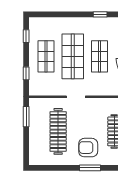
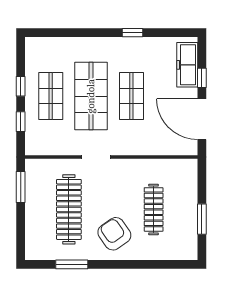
window: (26, 36) -> (21, 86), moved
armchair: (88, 148) -> (114, 234), turned 55
window: (90, 168) -> (72, 264), moved

